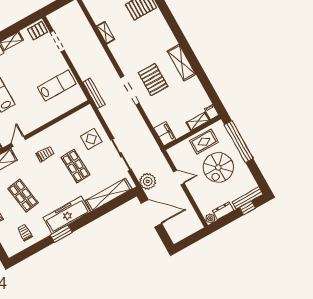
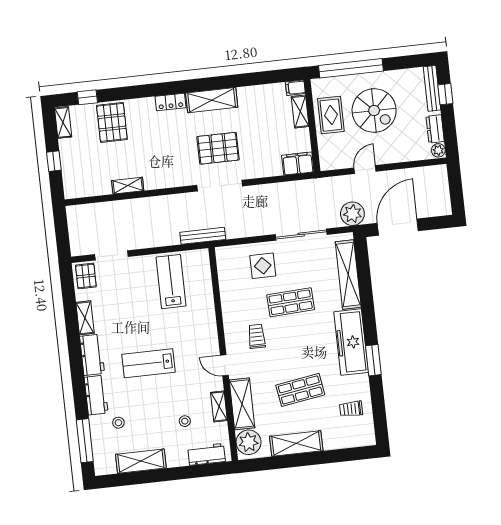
locker: (169, 37) -> (171, 102), added

